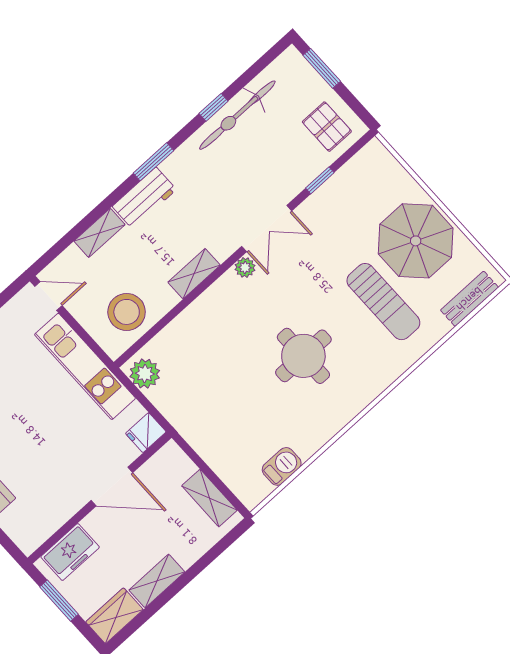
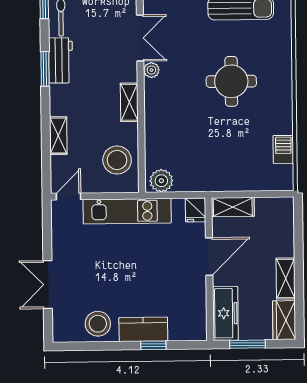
workbench: (144, 198) -> (61, 60), moved
shelving: (209, 498) -> (233, 207), moved
freezer: (70, 552) -> (225, 313), width x1.40

